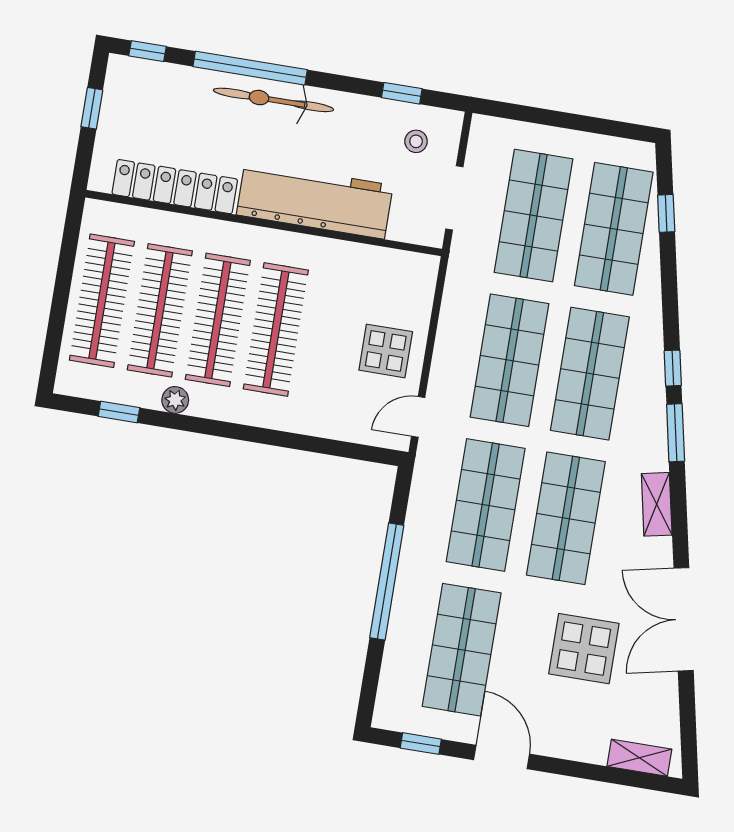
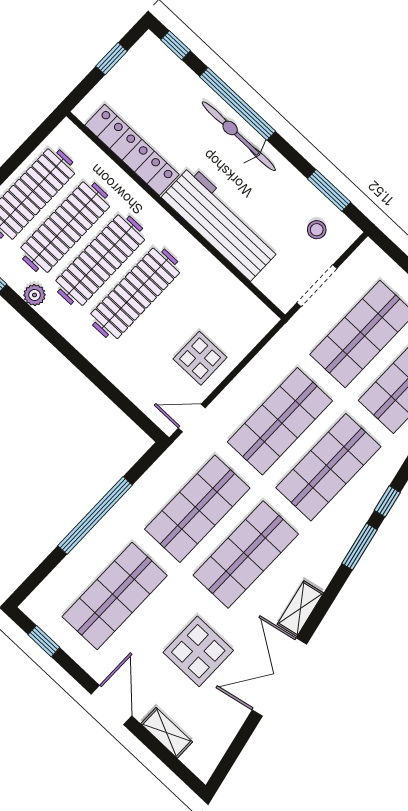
window: (402, 93) -> (329, 190), width x1.50
shelving: (657, 504) -> (300, 609), moved
door: (502, 757) -> (112, 705), moved
shelving: (639, 758) -> (167, 733), moved

